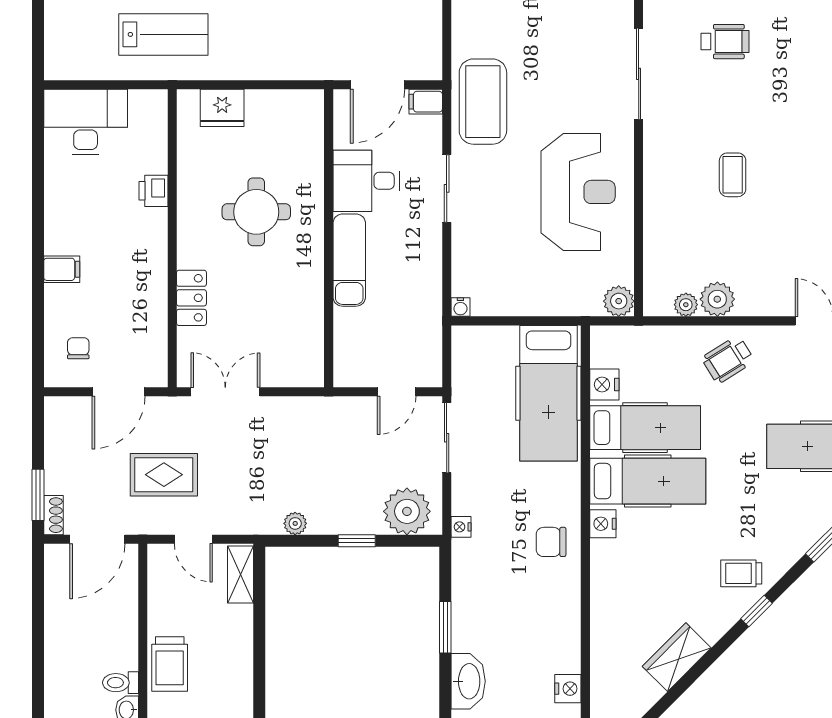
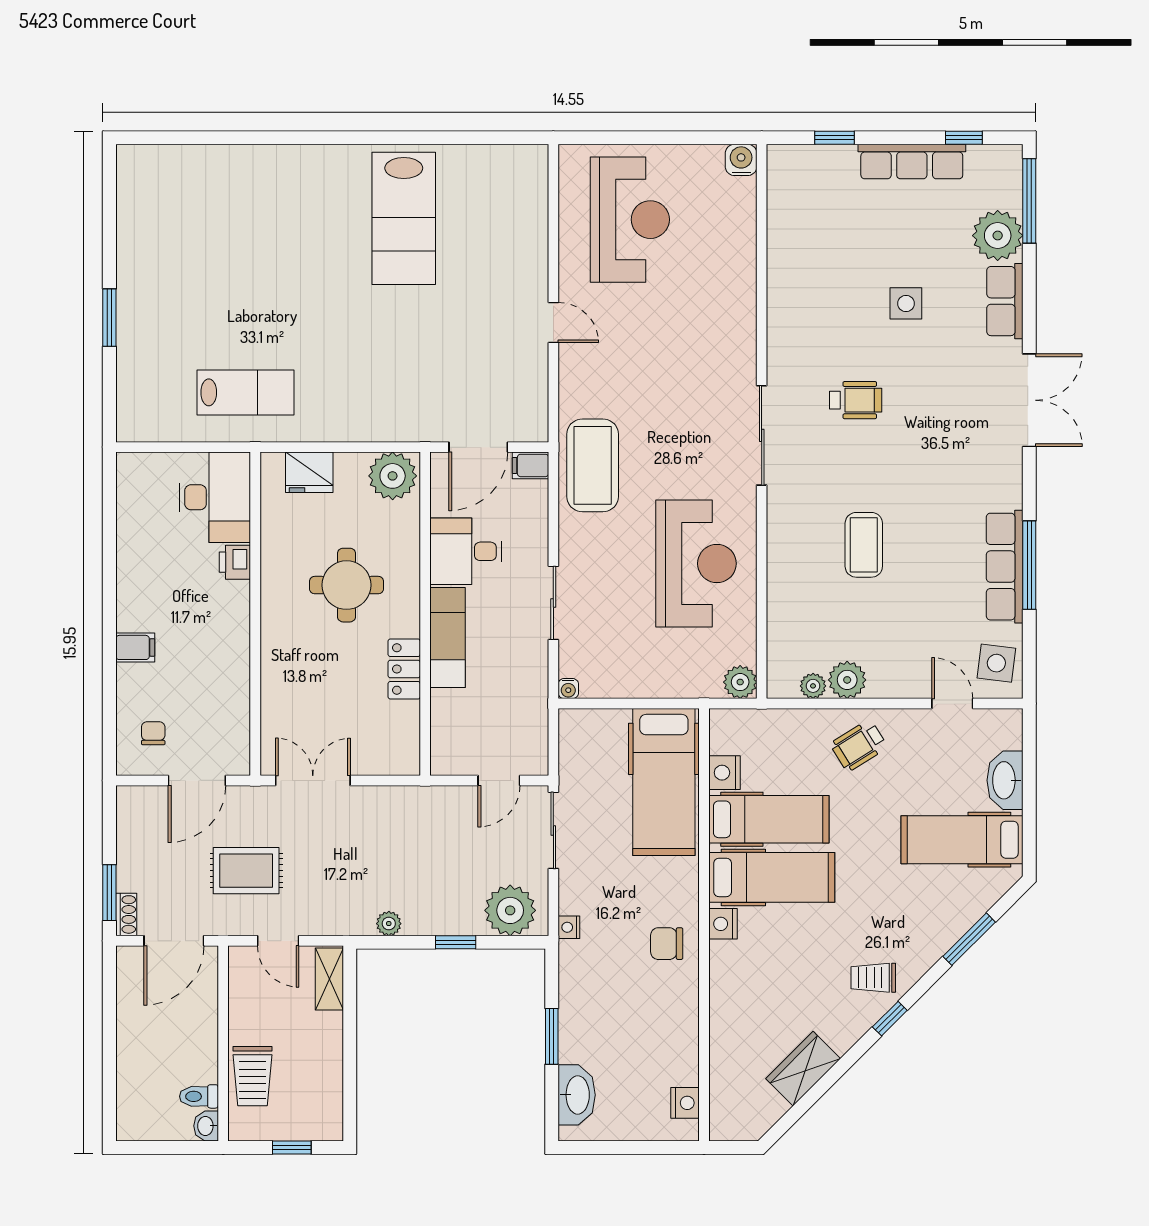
plant: (299, 111) -> (393, 476), added
desk: (86, 122) -> (215, 497), moved, turned 90
coffee table: (733, 175) -> (864, 545), width x1.36, depth x1.30
sliding door: (447, 188) -> (553, 603), moved
locker: (191, 298) -> (404, 669), moved, turned 180

